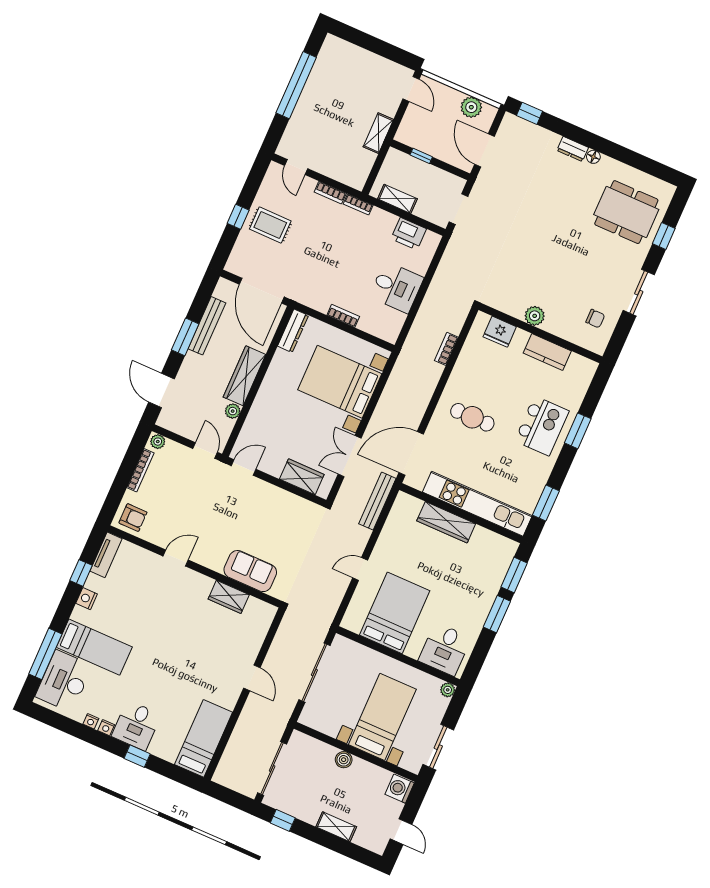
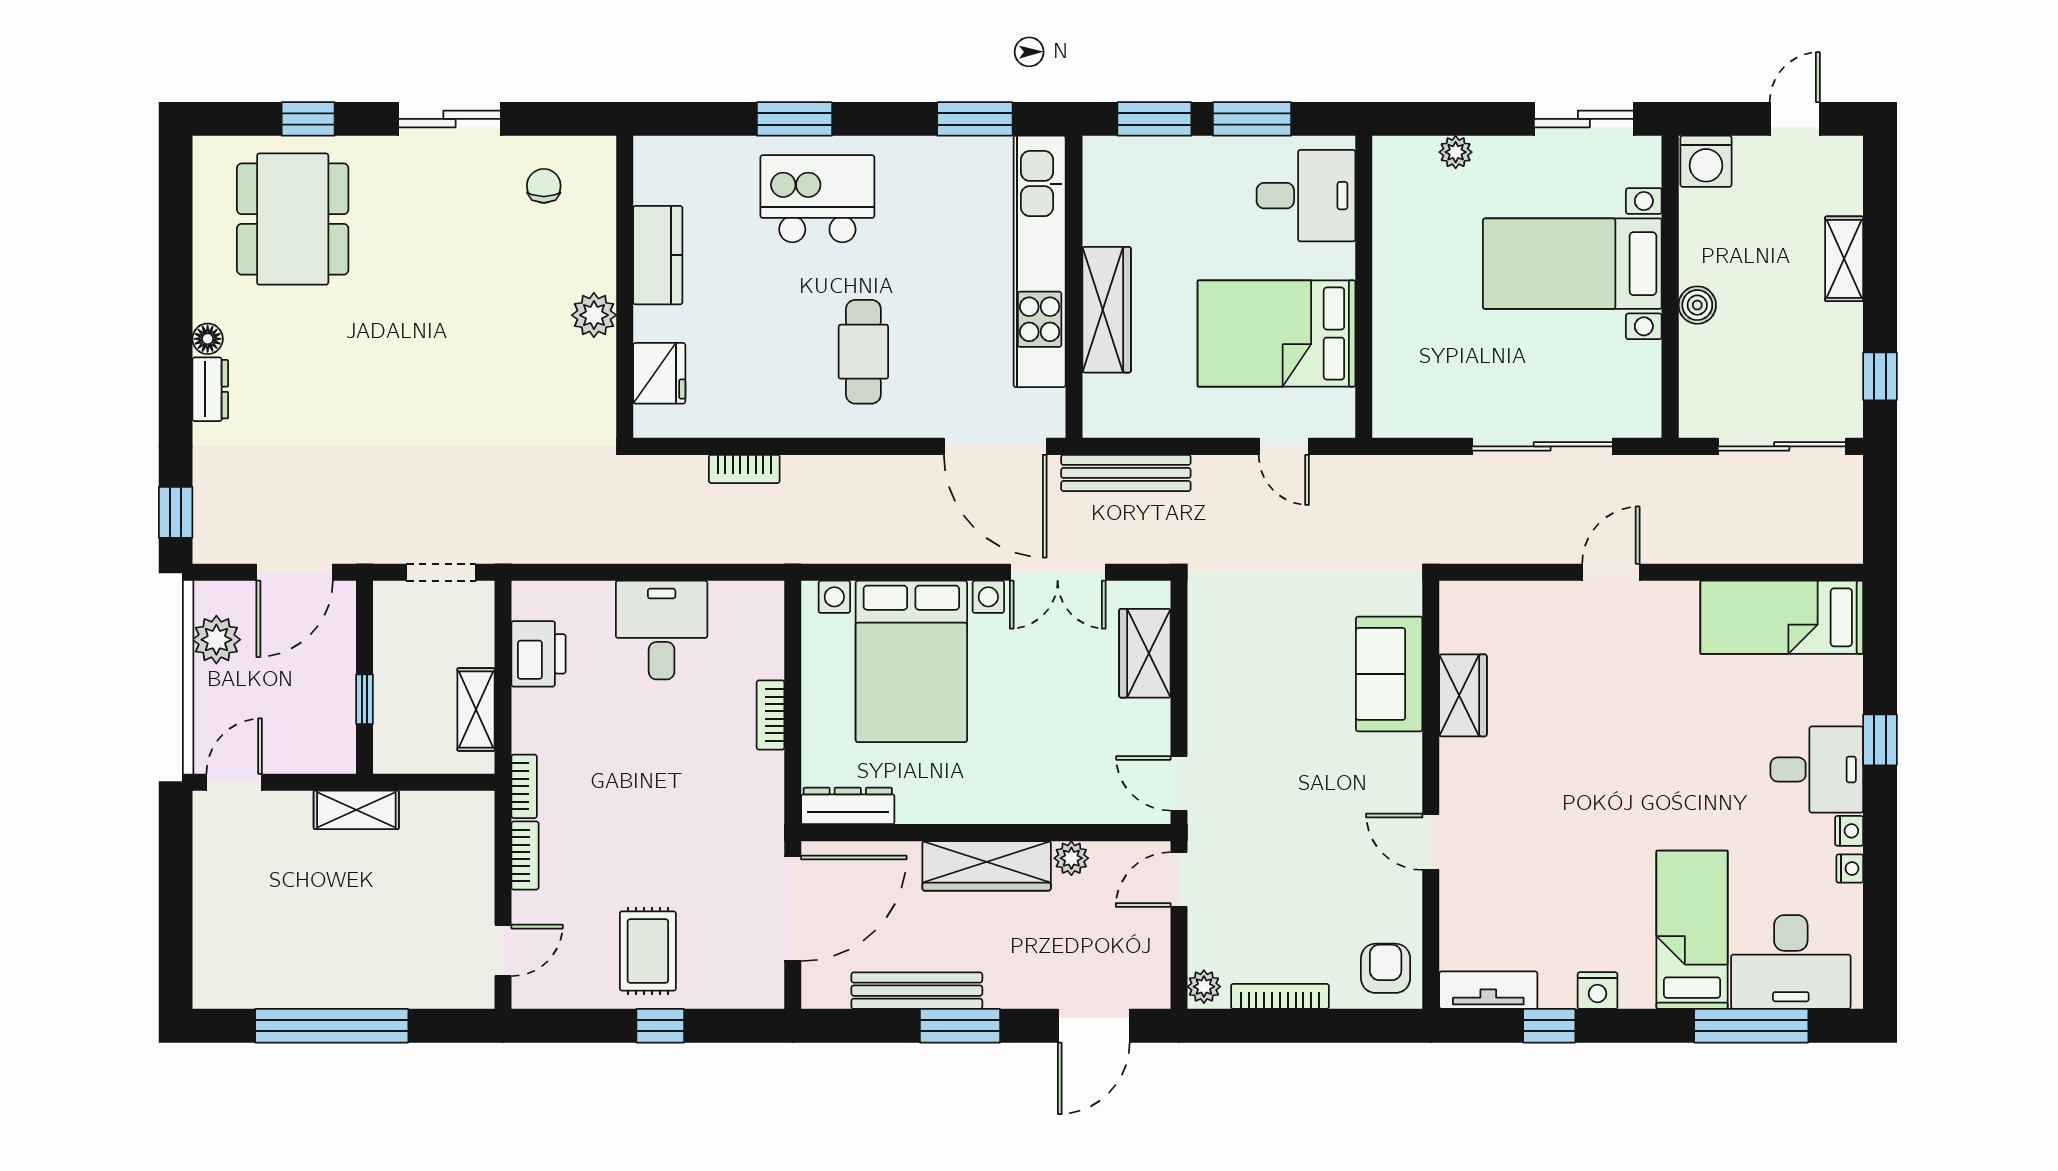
bed: (395, 613) -> (1276, 334), moved
desk: (445, 649) -> (1306, 196), moved
wall: (398, 656) -> (1364, 287), moved

